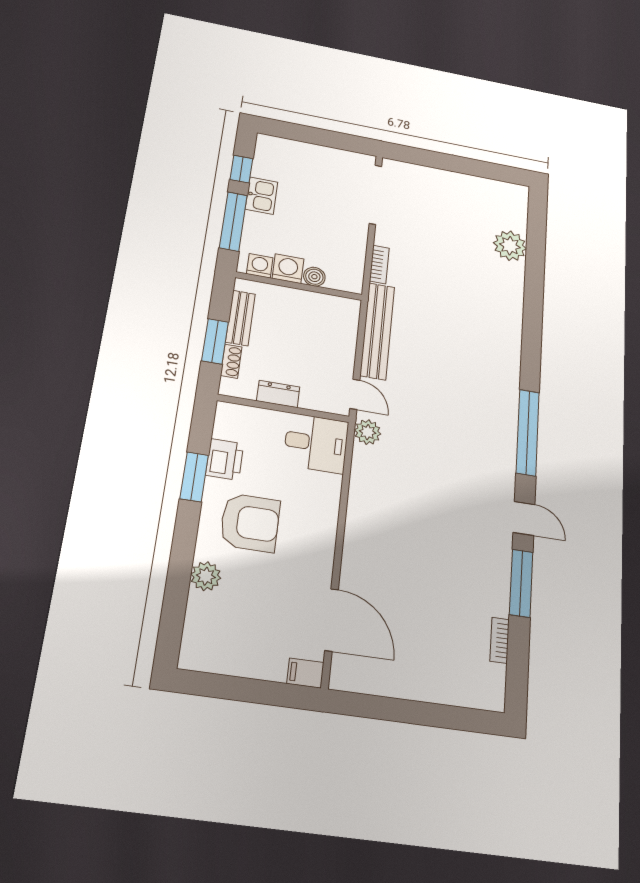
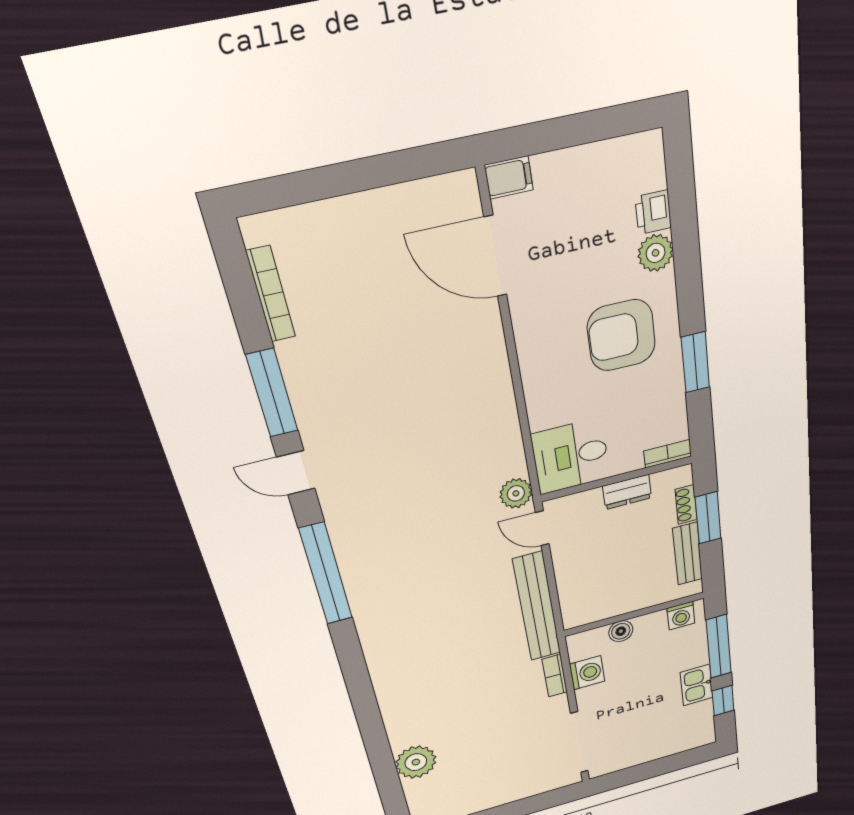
washing machine: (288, 269) -> (587, 673), moved, turned -90
bookcase: (236, 411) -> (668, 454), added
printer: (225, 459) -> (653, 212), moved, width x0.73, depth x0.81
bookcase: (500, 640) -> (271, 294), width x1.56

